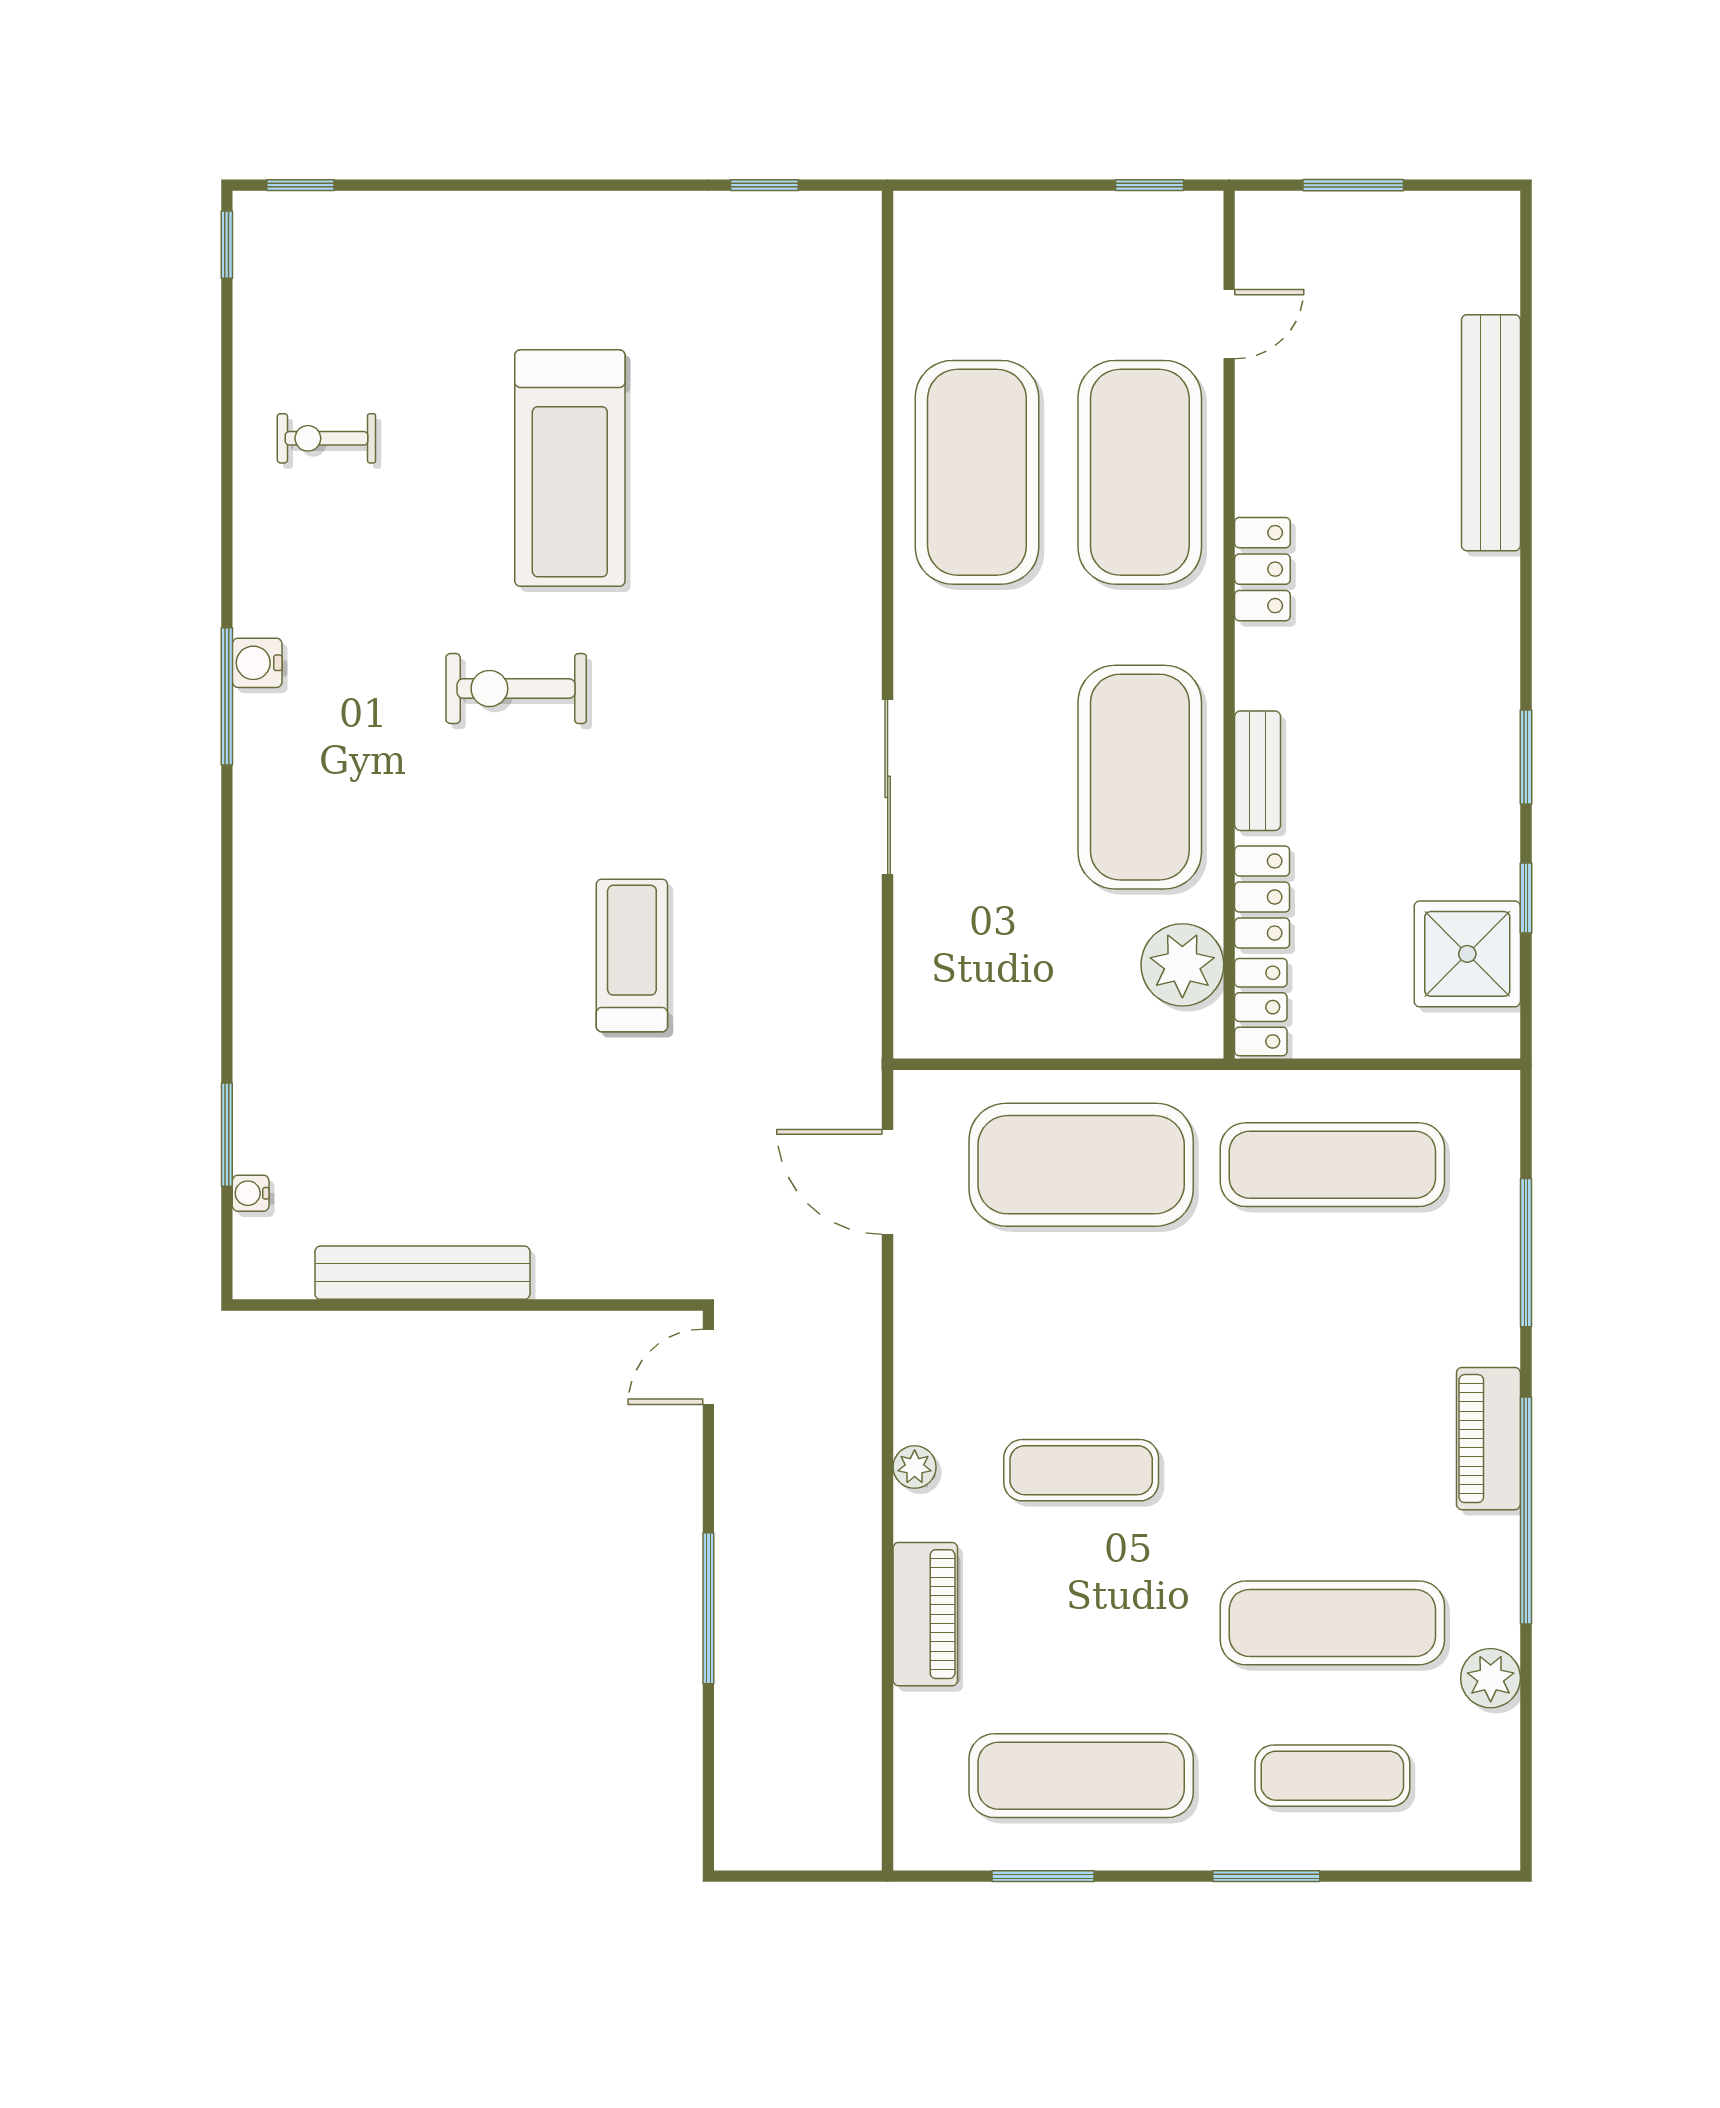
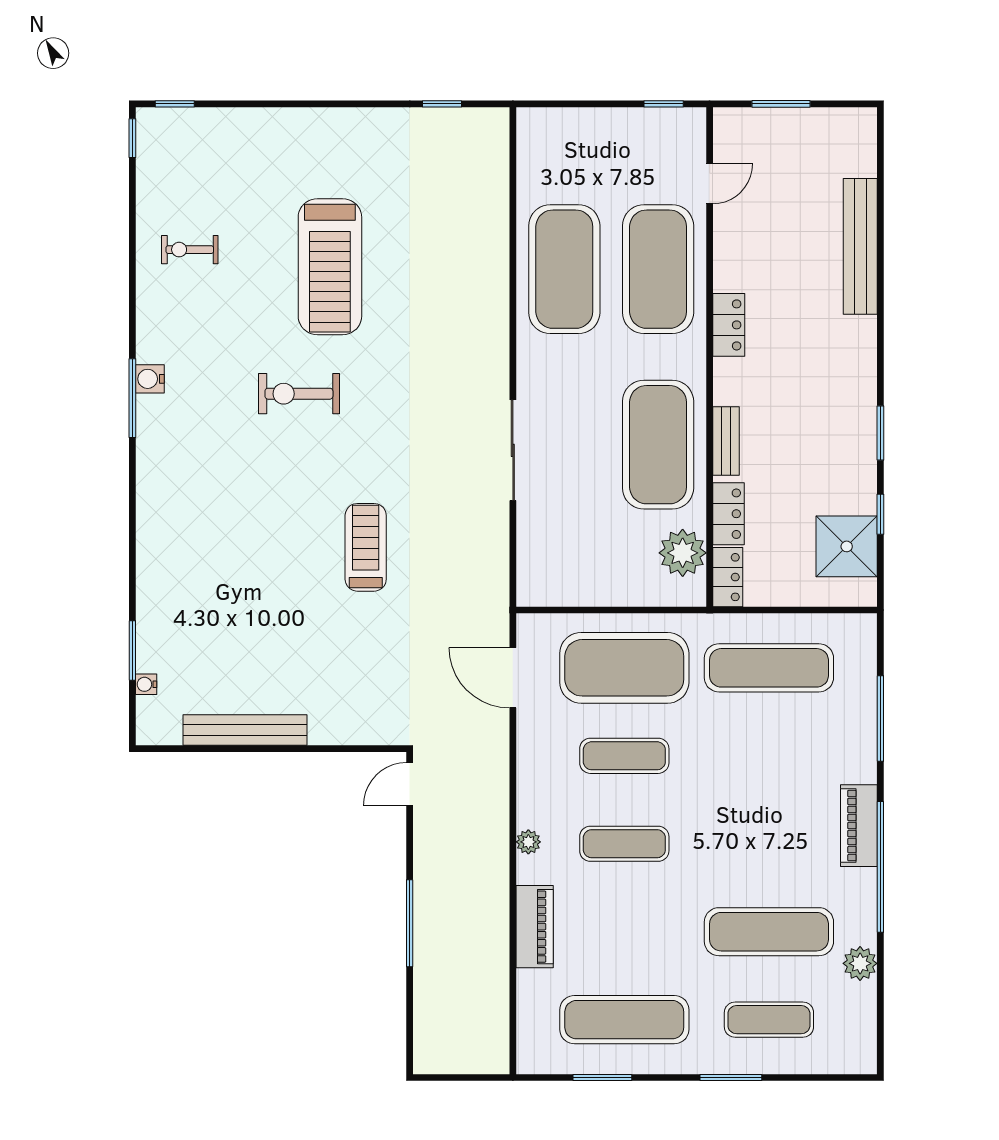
exercise mat: (1081, 1317) -> (624, 756), added

